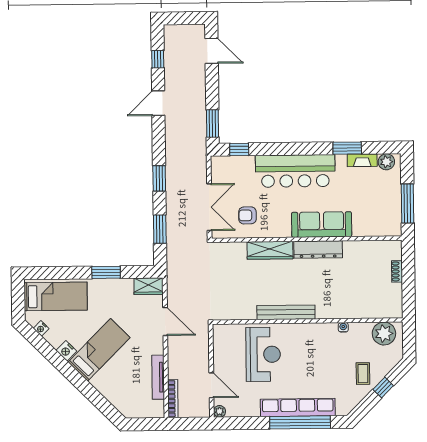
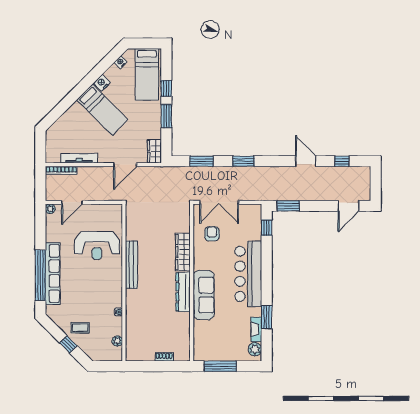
window: (72, 273) -> (166, 88), added
plant: (384, 334) -> (117, 341), width x0.53, depth x0.53

